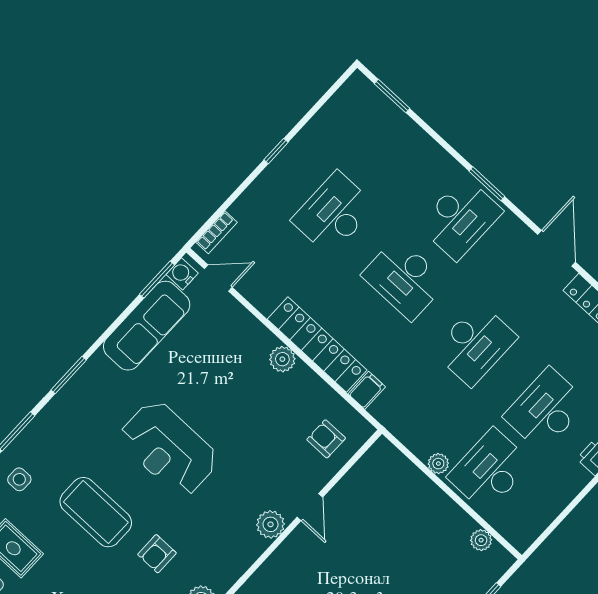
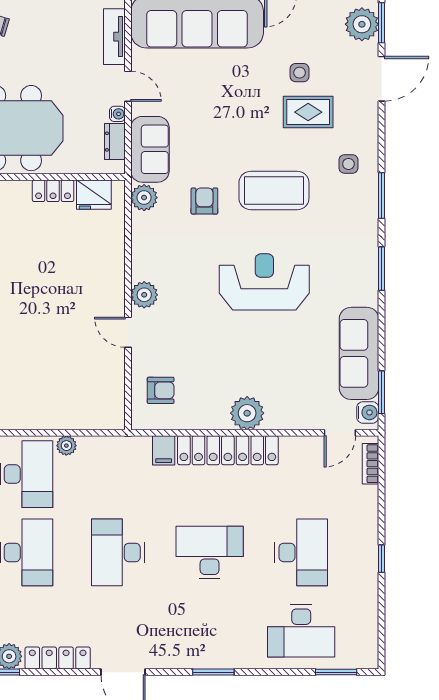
desk: (460, 218) -> (301, 631), moved, turned -90
plant: (282, 359) -> (247, 413), width x1.36, depth x1.36

